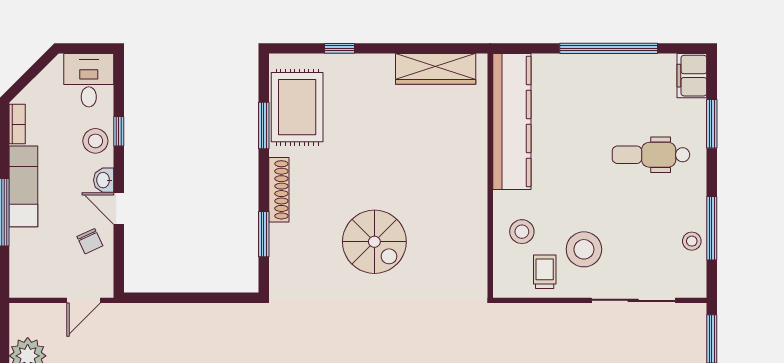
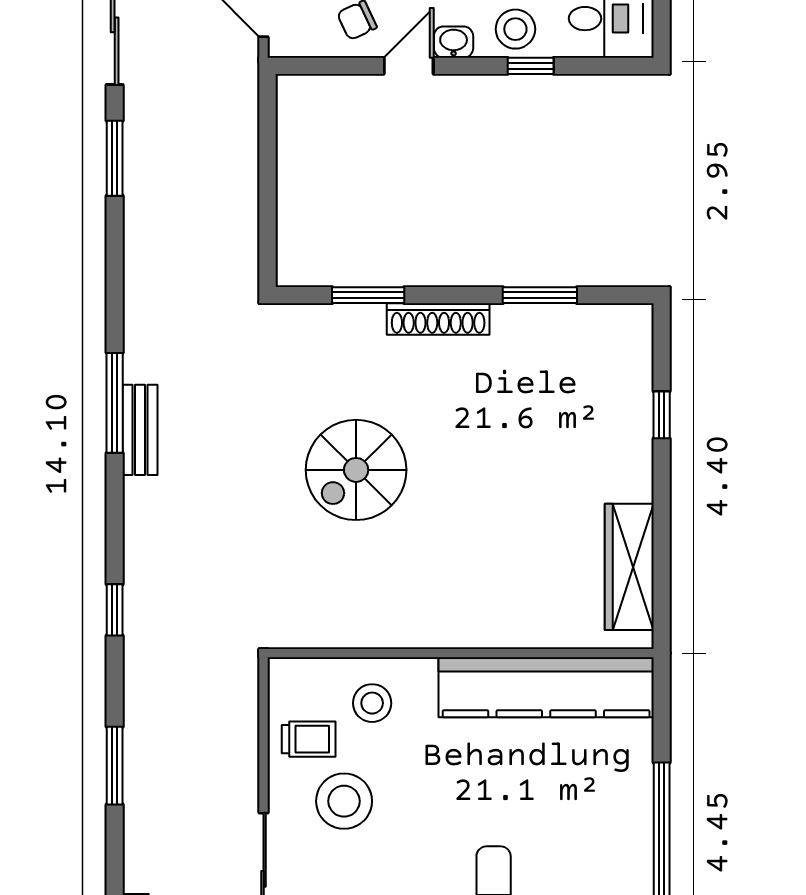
rug: (297, 107) -> (569, 348), removed

